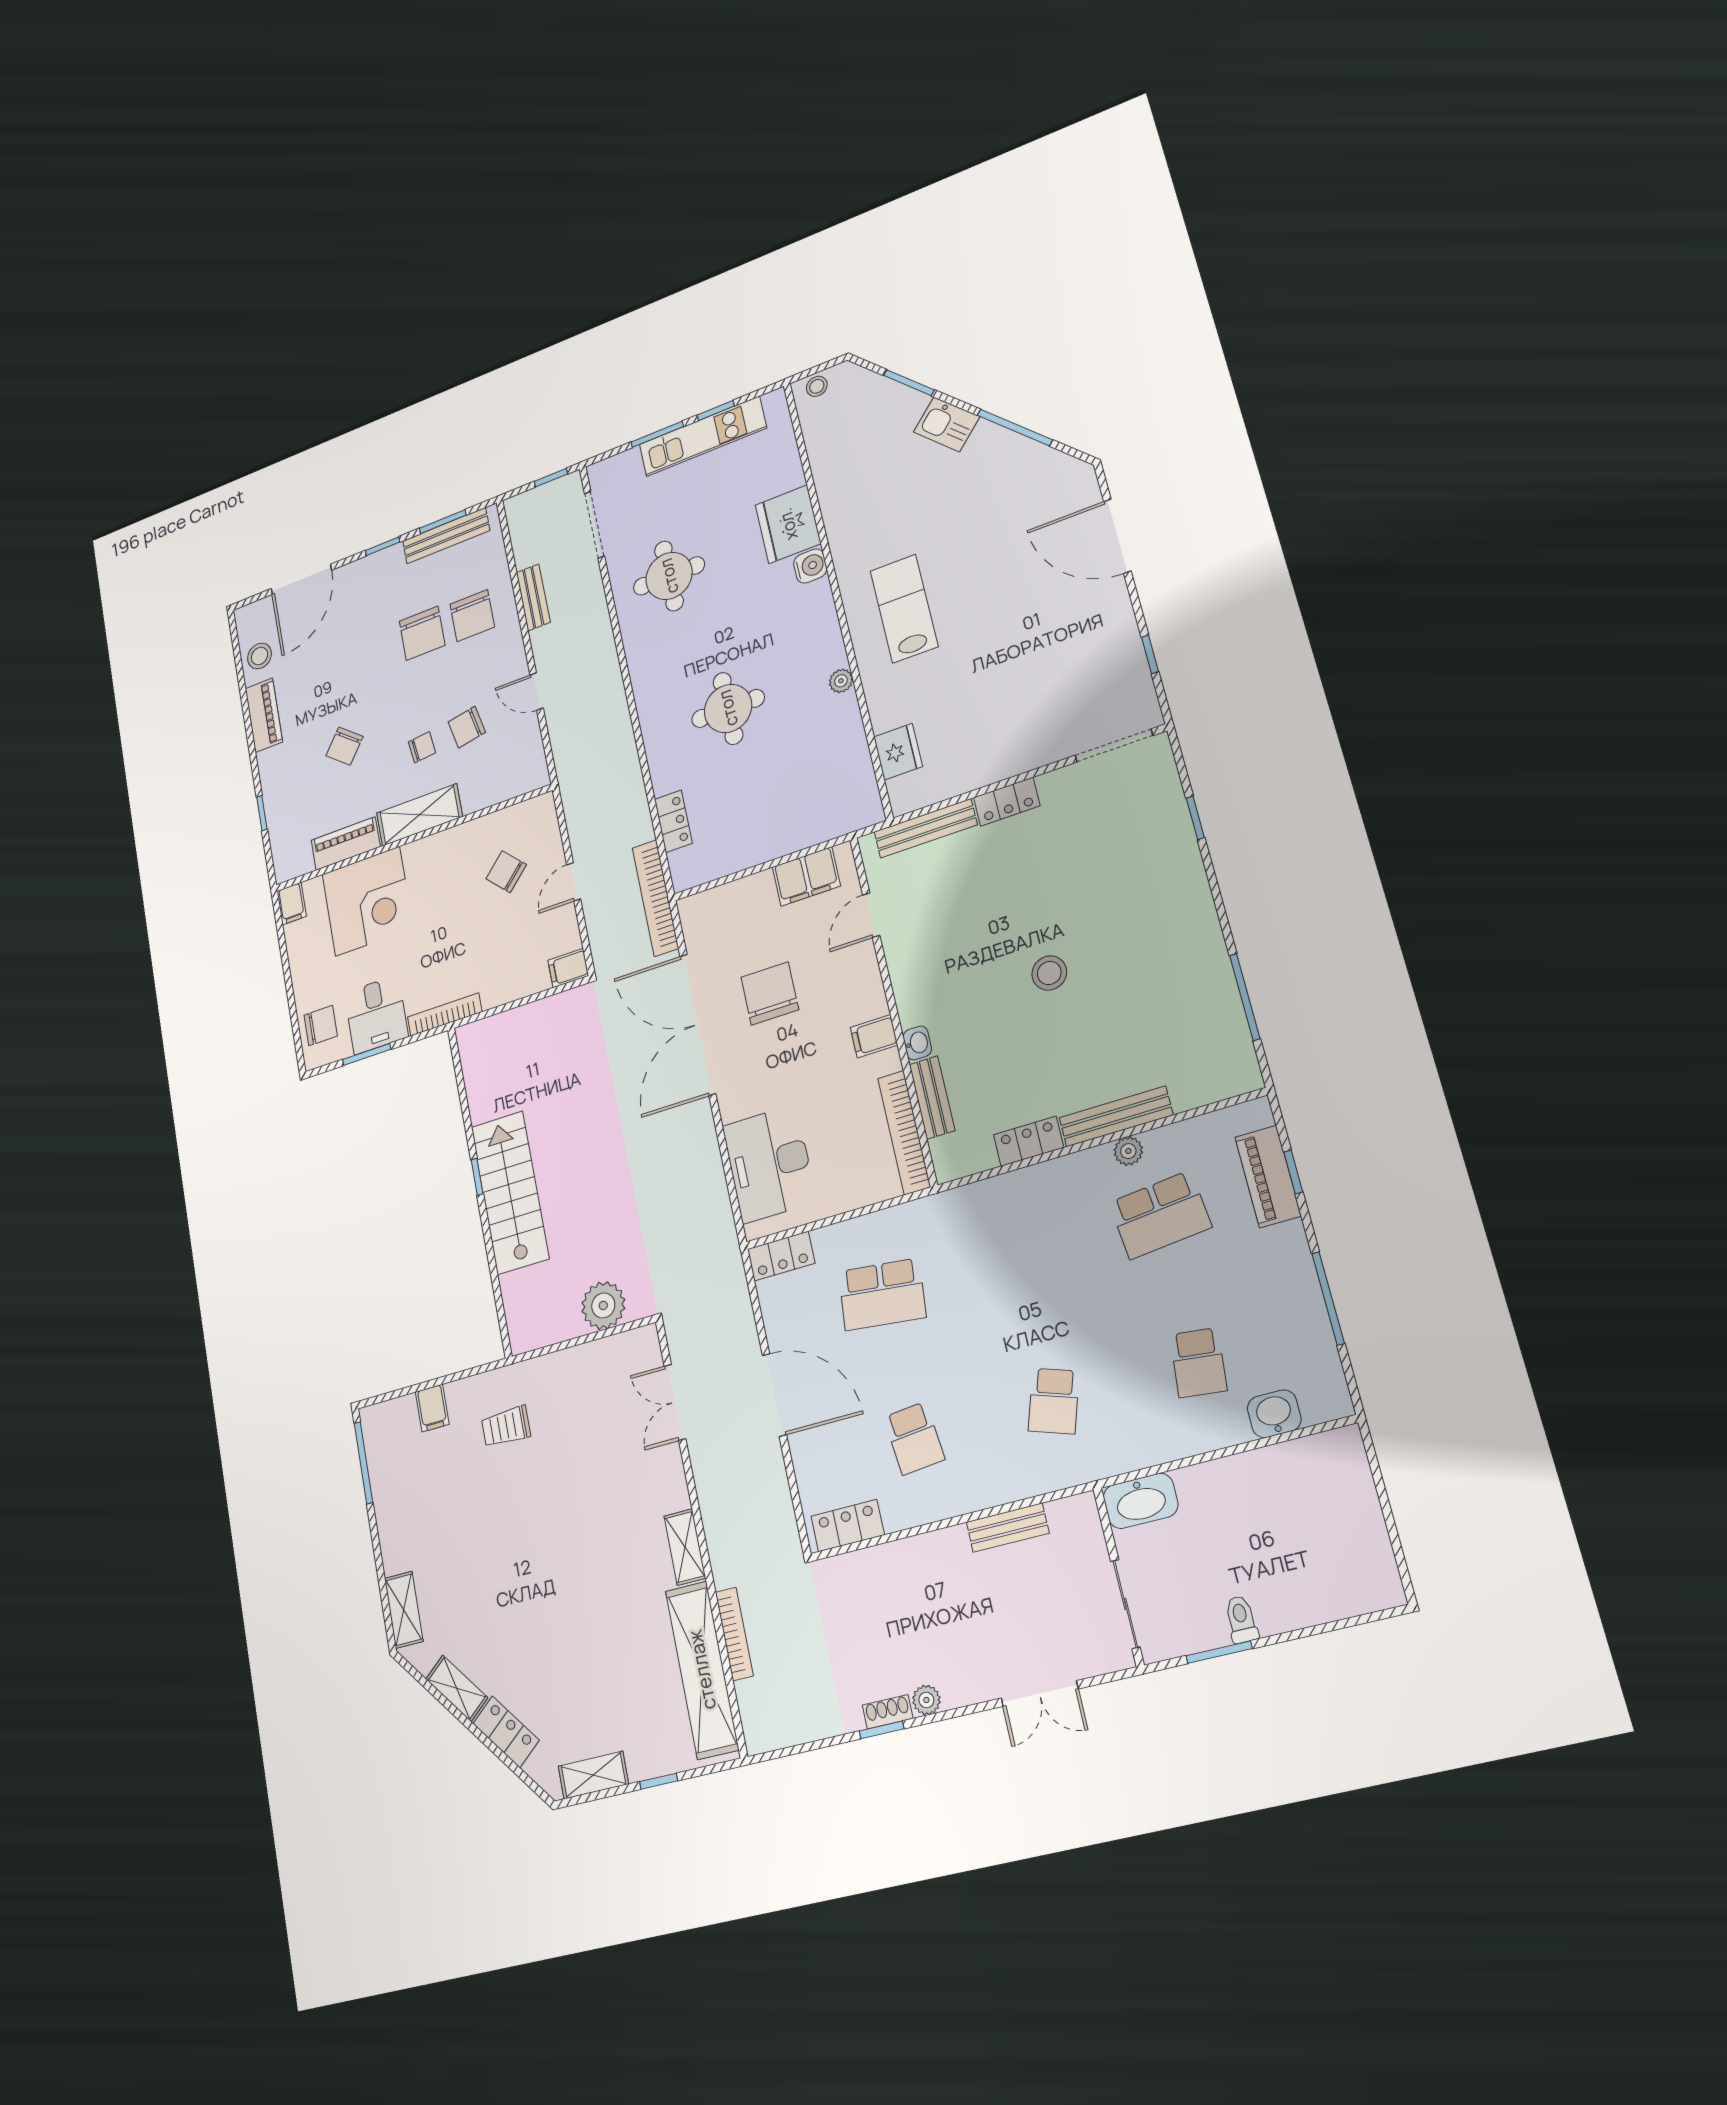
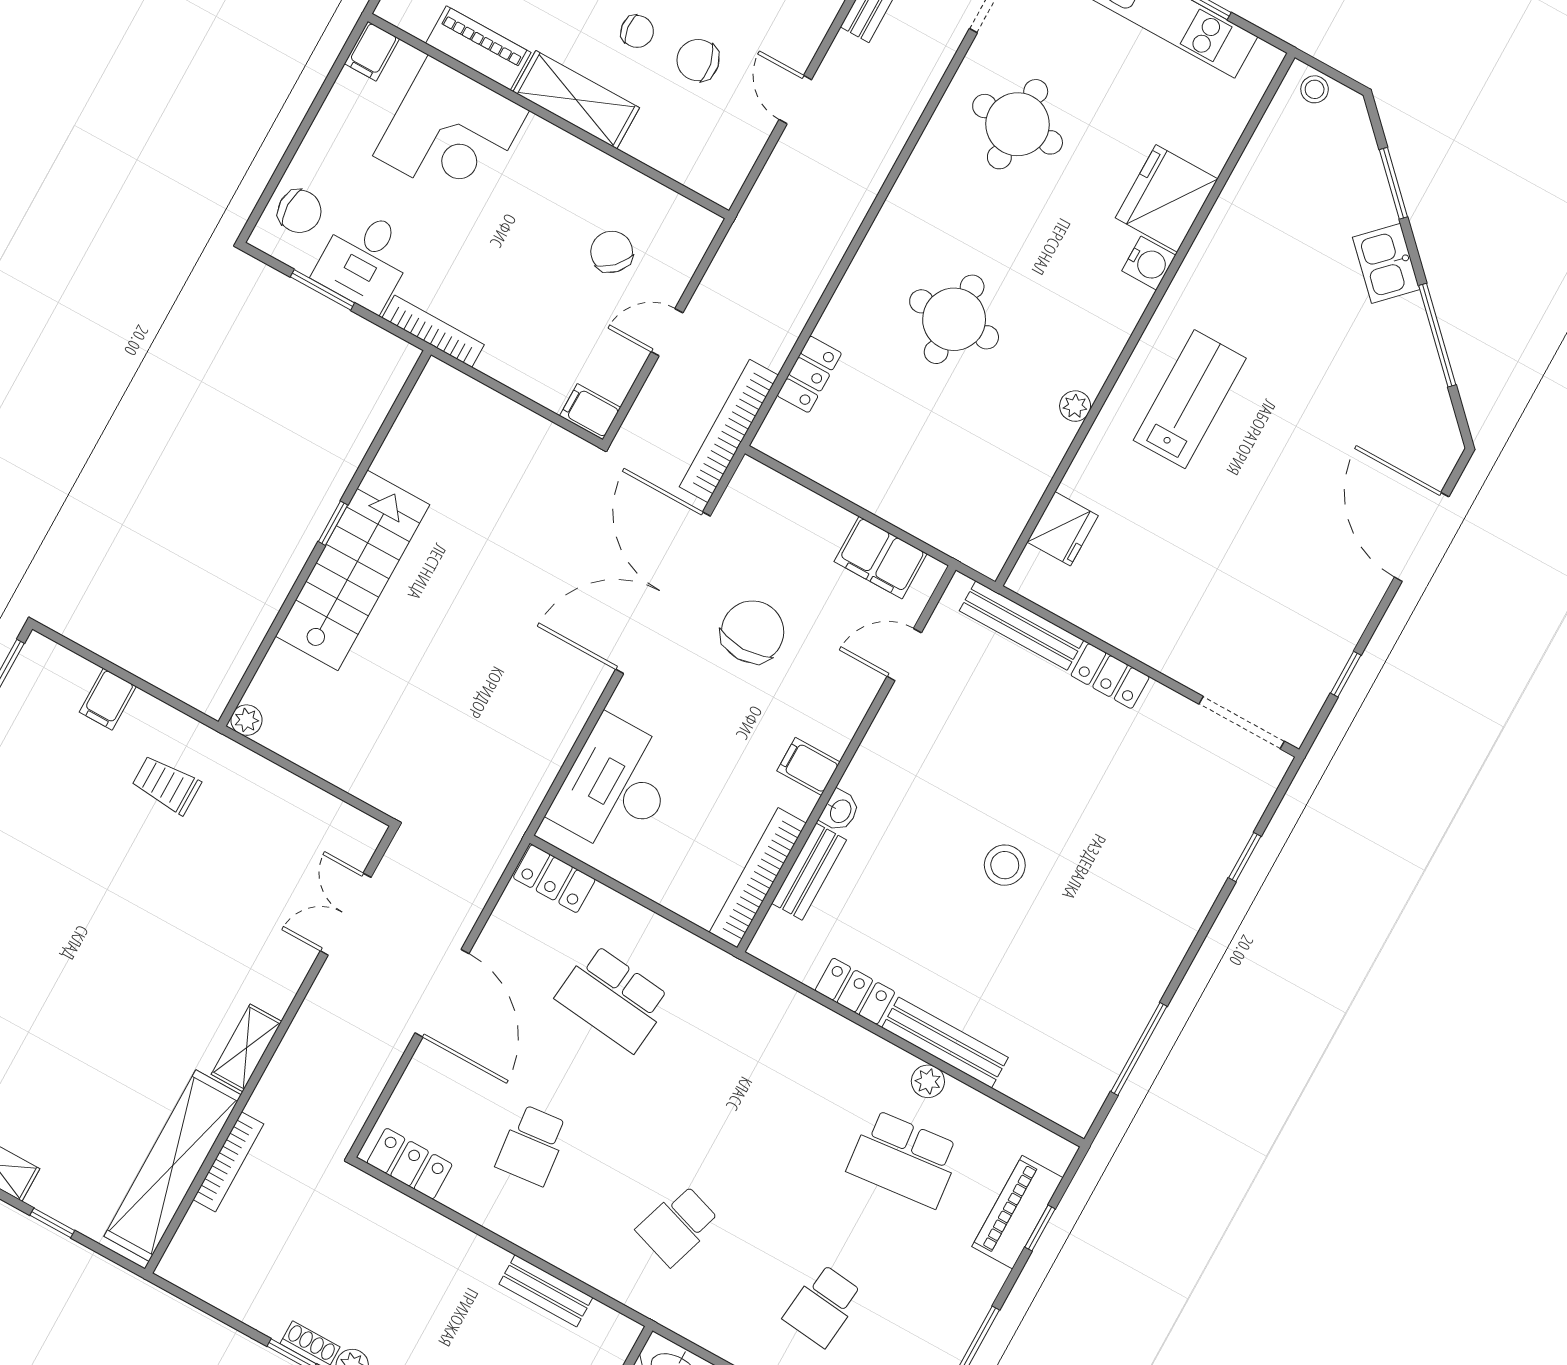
plant: (603, 1305) -> (247, 720), moved, width x0.53, depth x0.53

